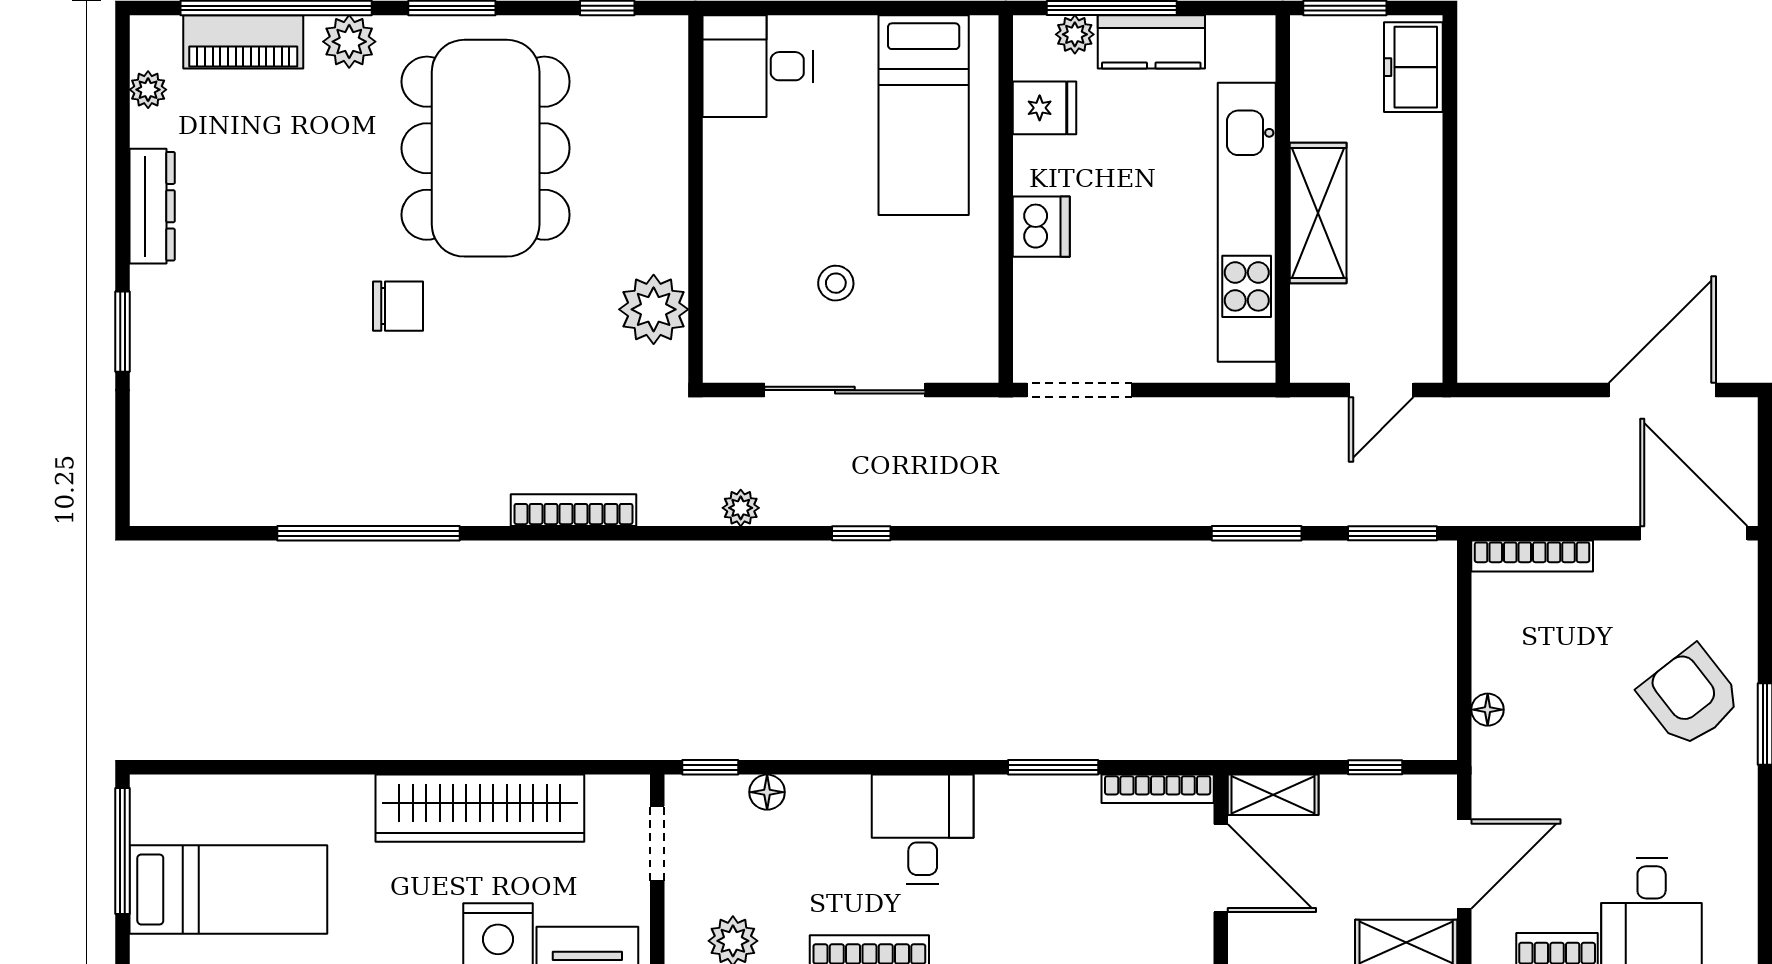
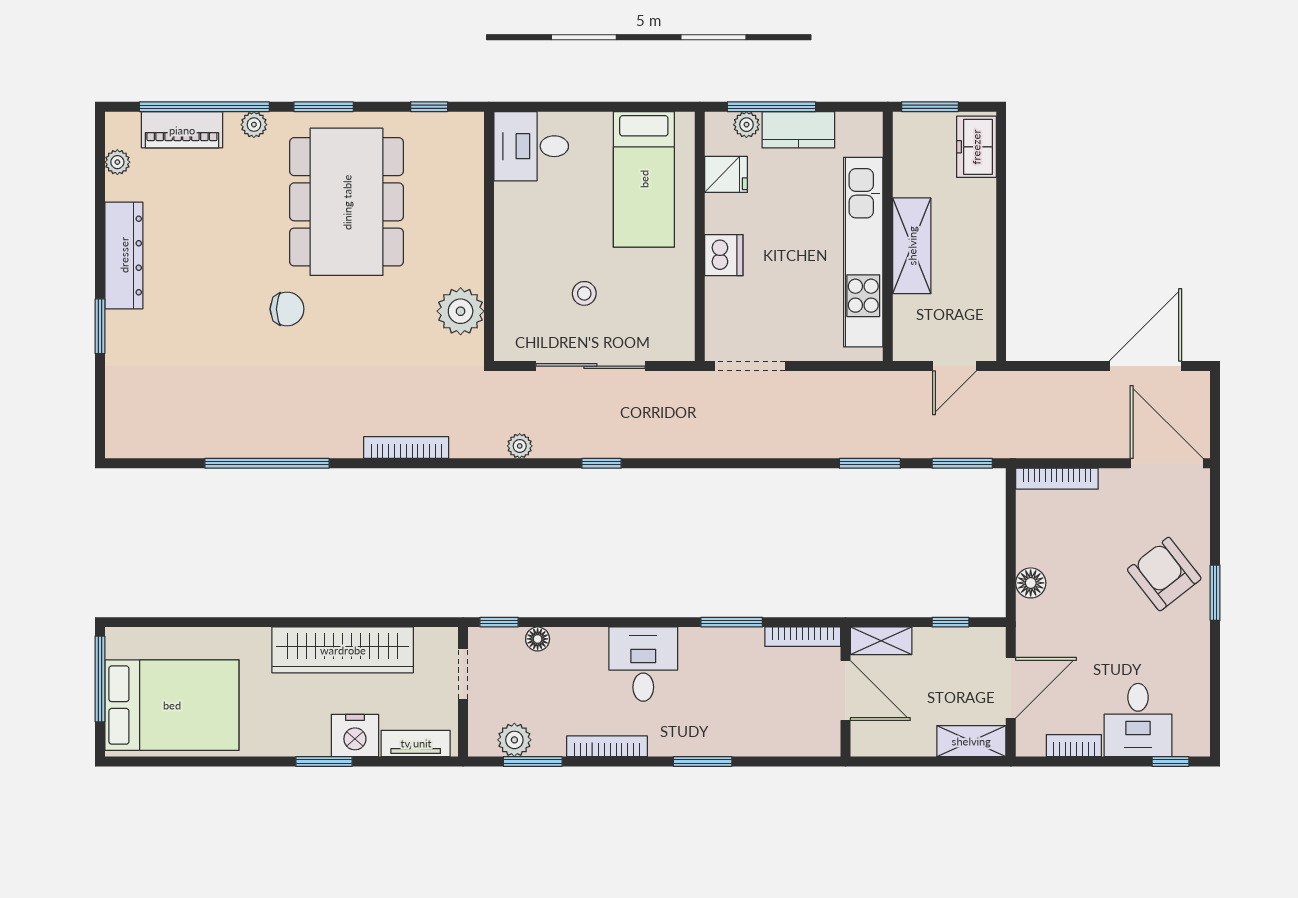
plant: (349, 42) -> (254, 125), width x0.73, depth x0.73
dresser: (152, 206) -> (124, 255), width x1.37, depth x1.24
floor lamp: (1488, 710) -> (1031, 583), width x1.37, depth x1.37
bed: (228, 889) -> (172, 705), width x1.50

